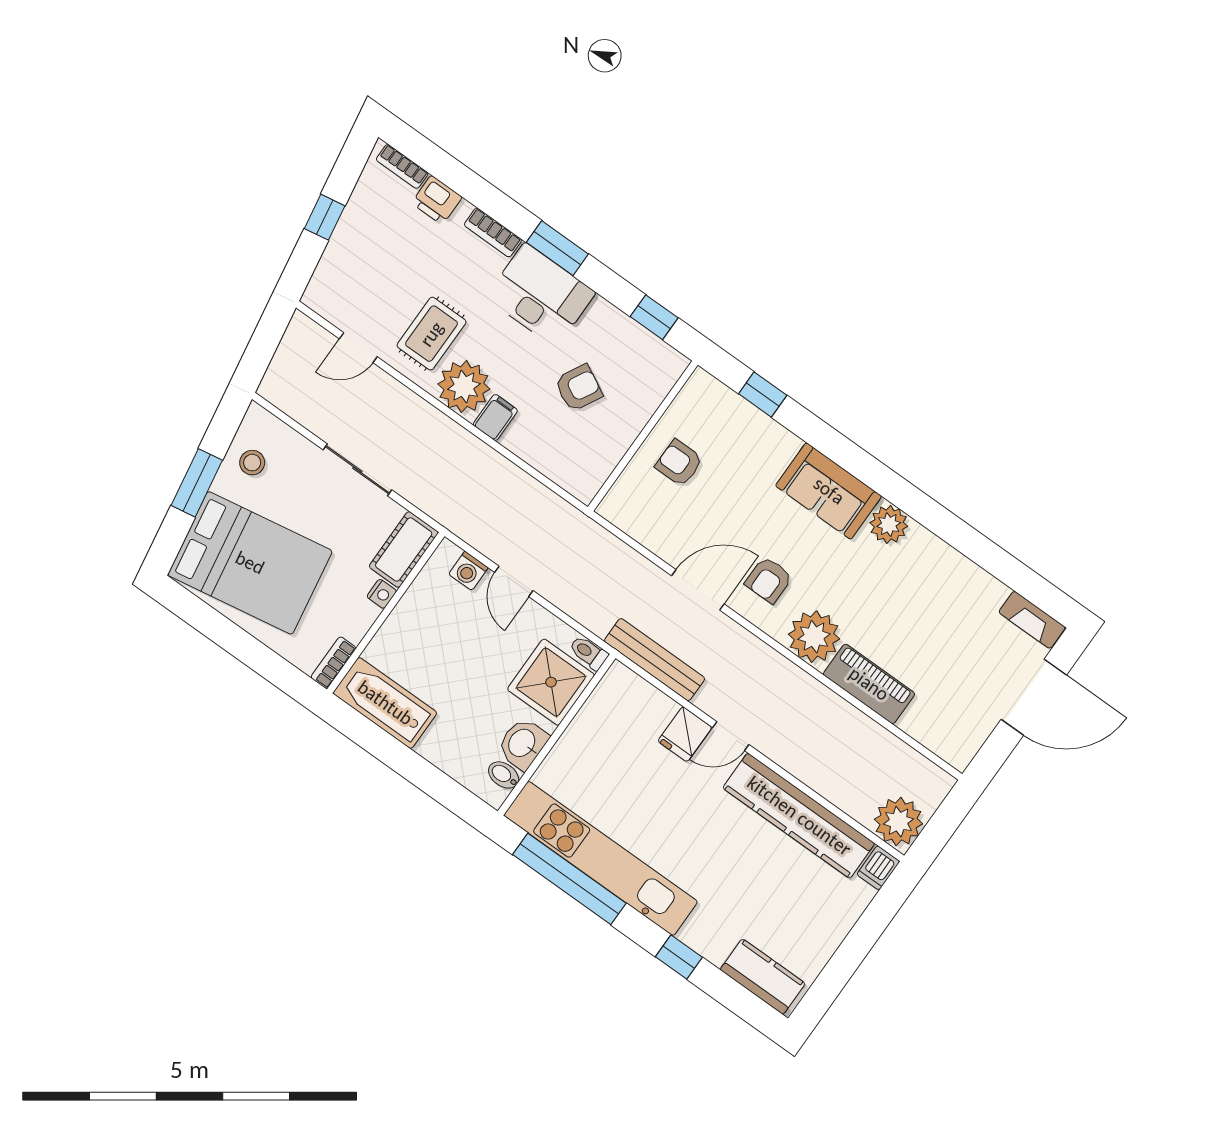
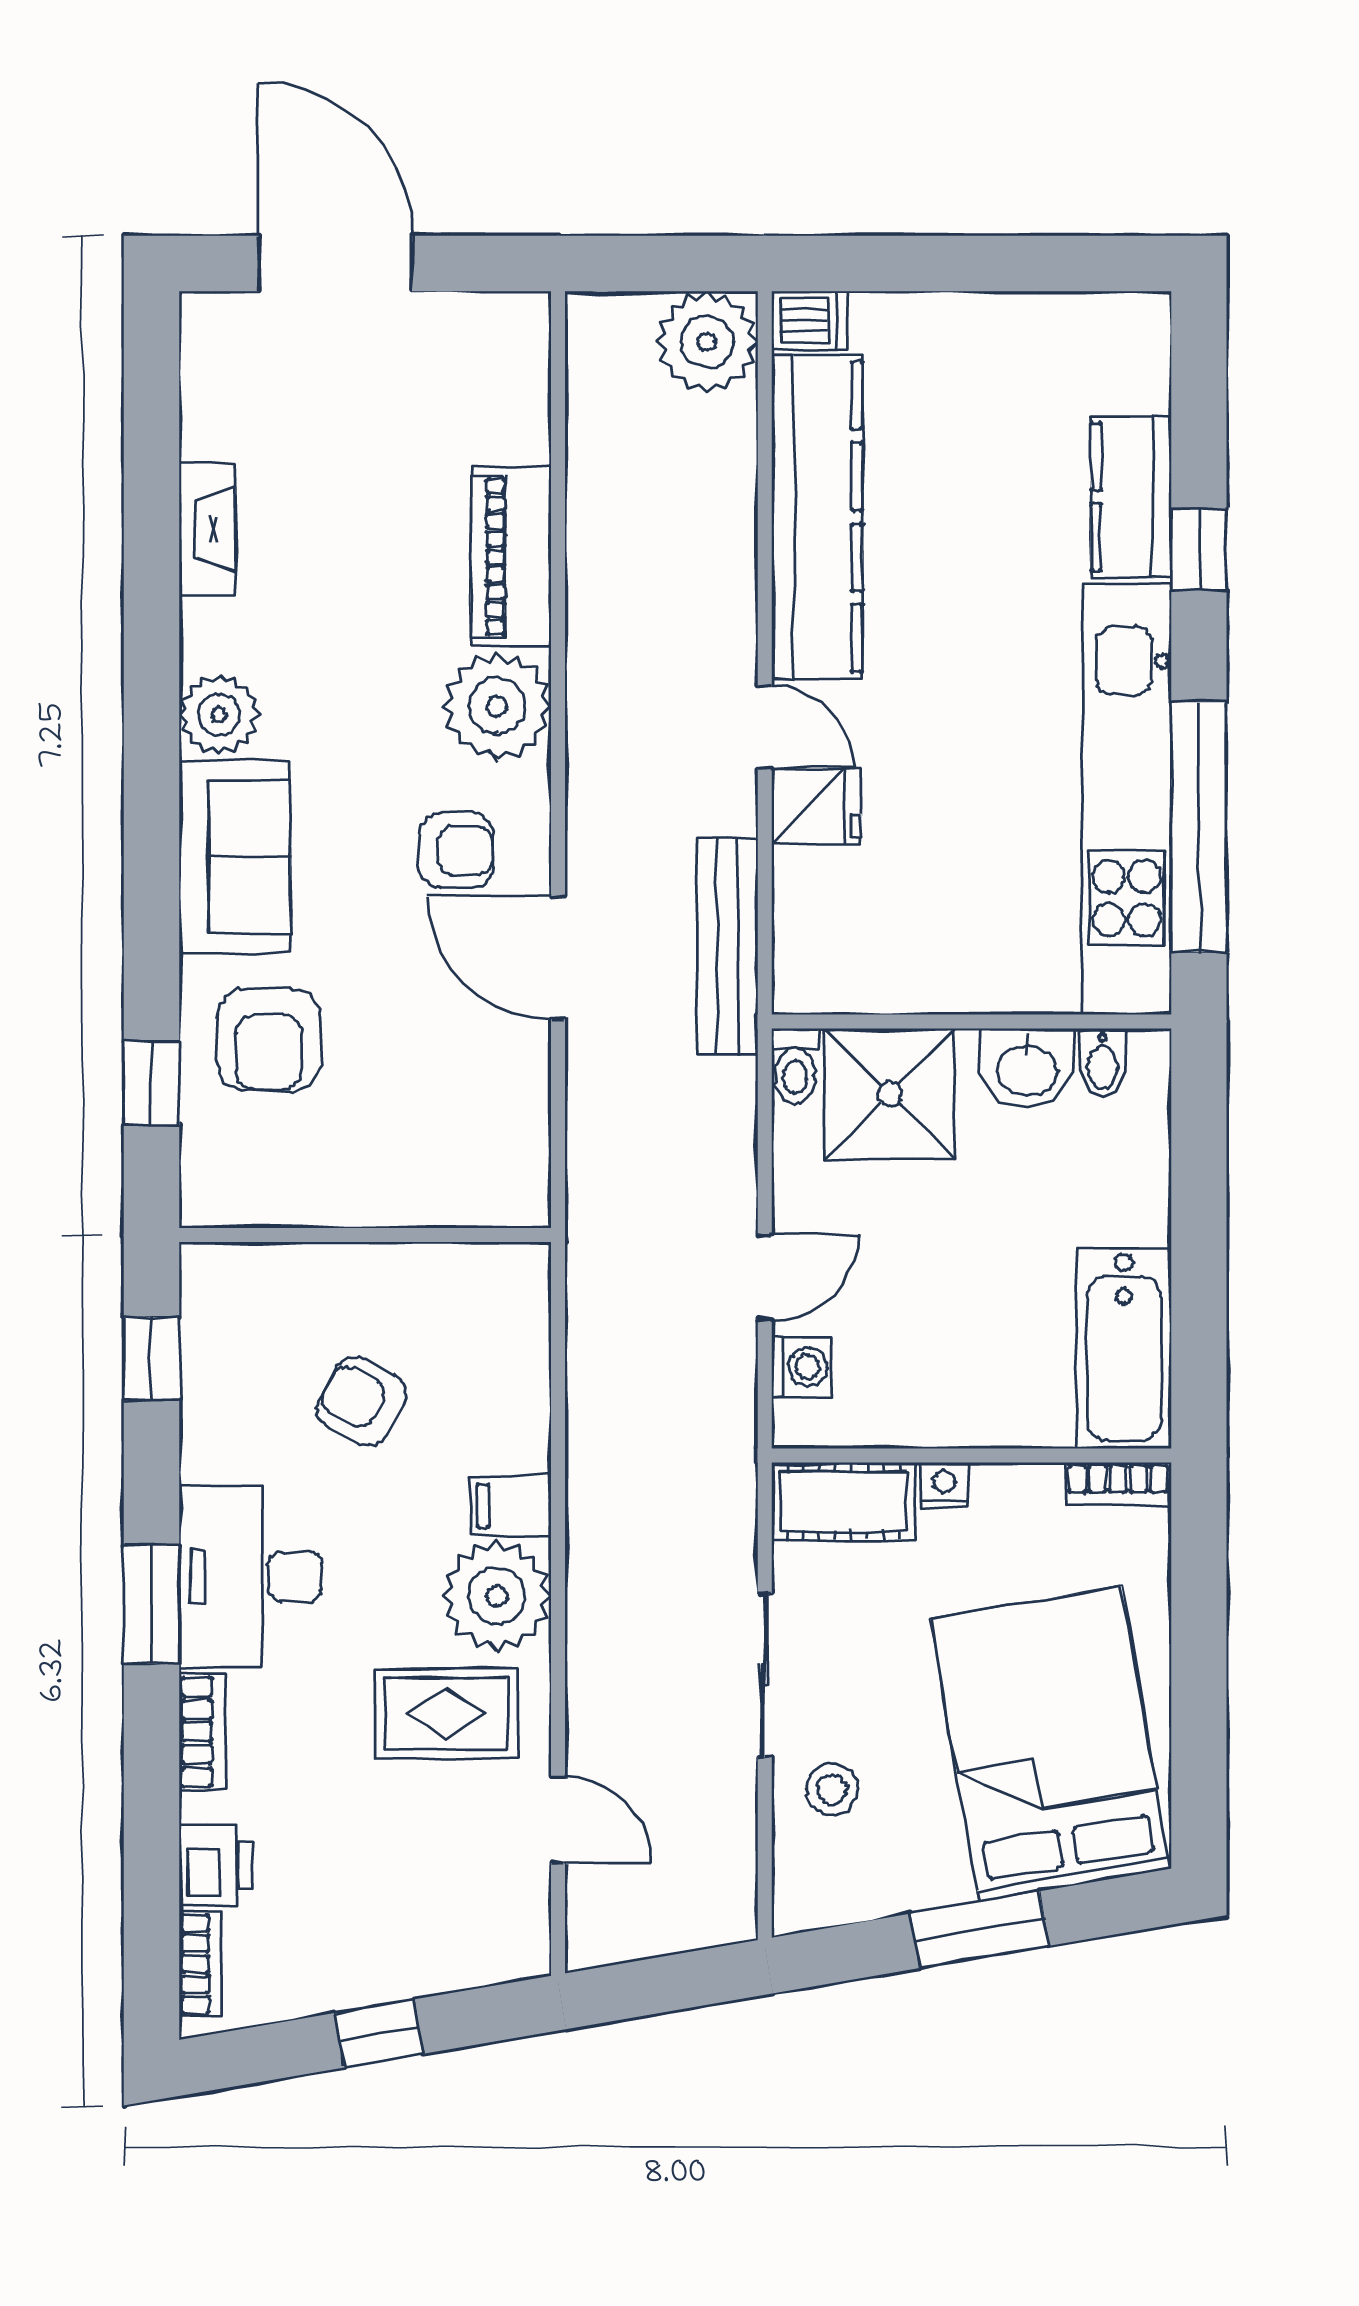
stool: (252, 463) -> (832, 1789), moved
armchair: (679, 463) -> (269, 1039), moved, width x1.38, depth x1.38
fireplace: (1032, 620) -> (207, 529), moved
kitchen counter: (763, 977) -> (1131, 497), moved

